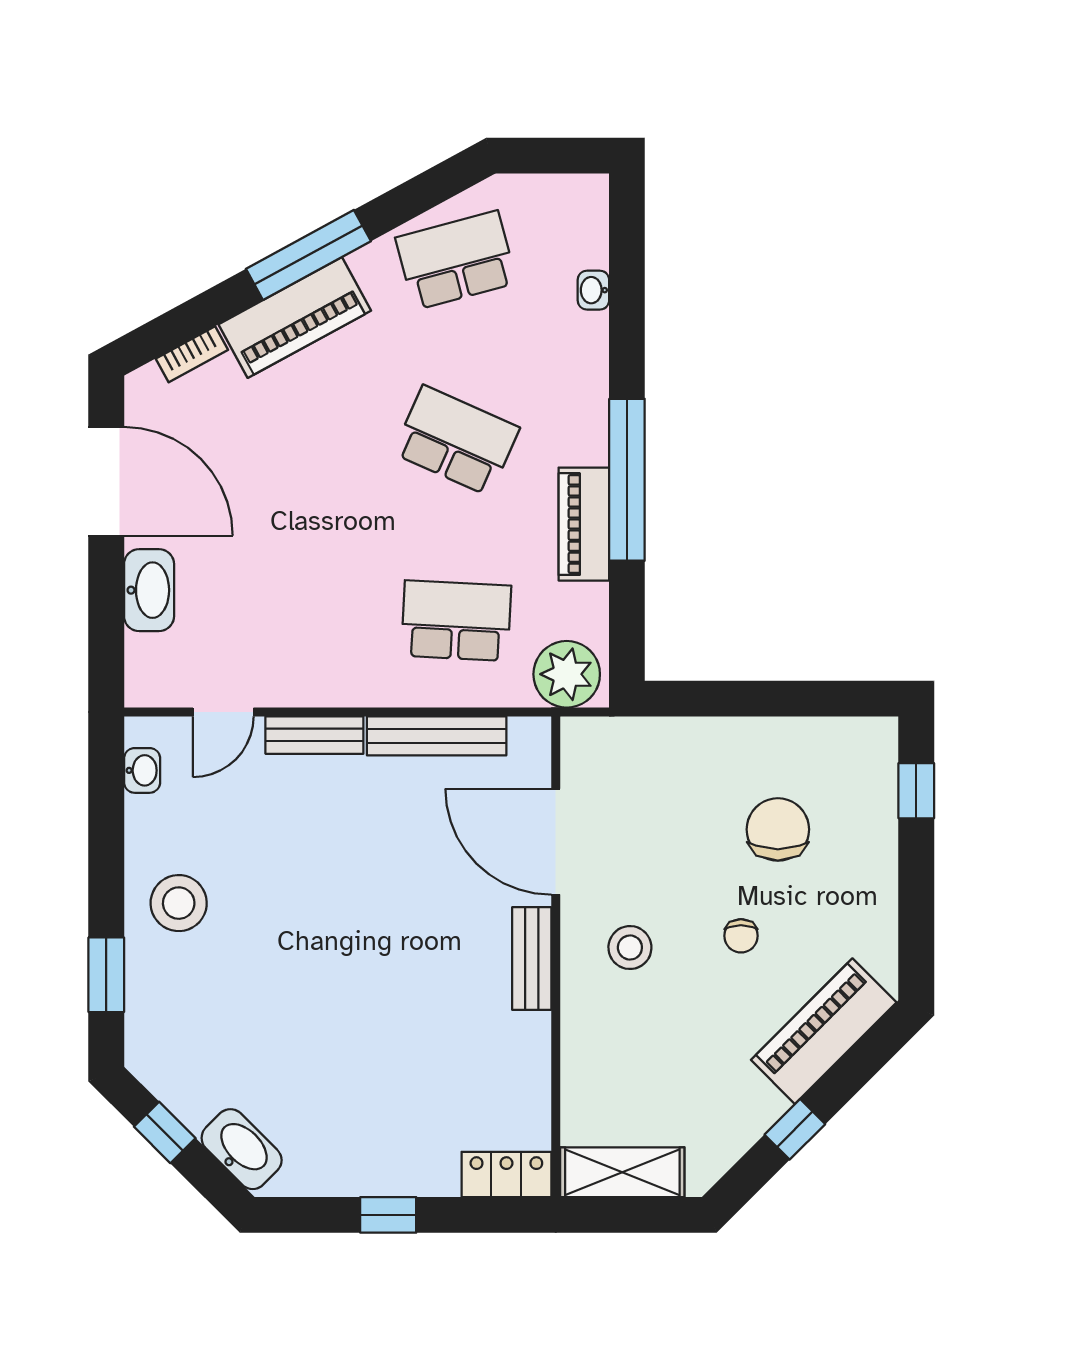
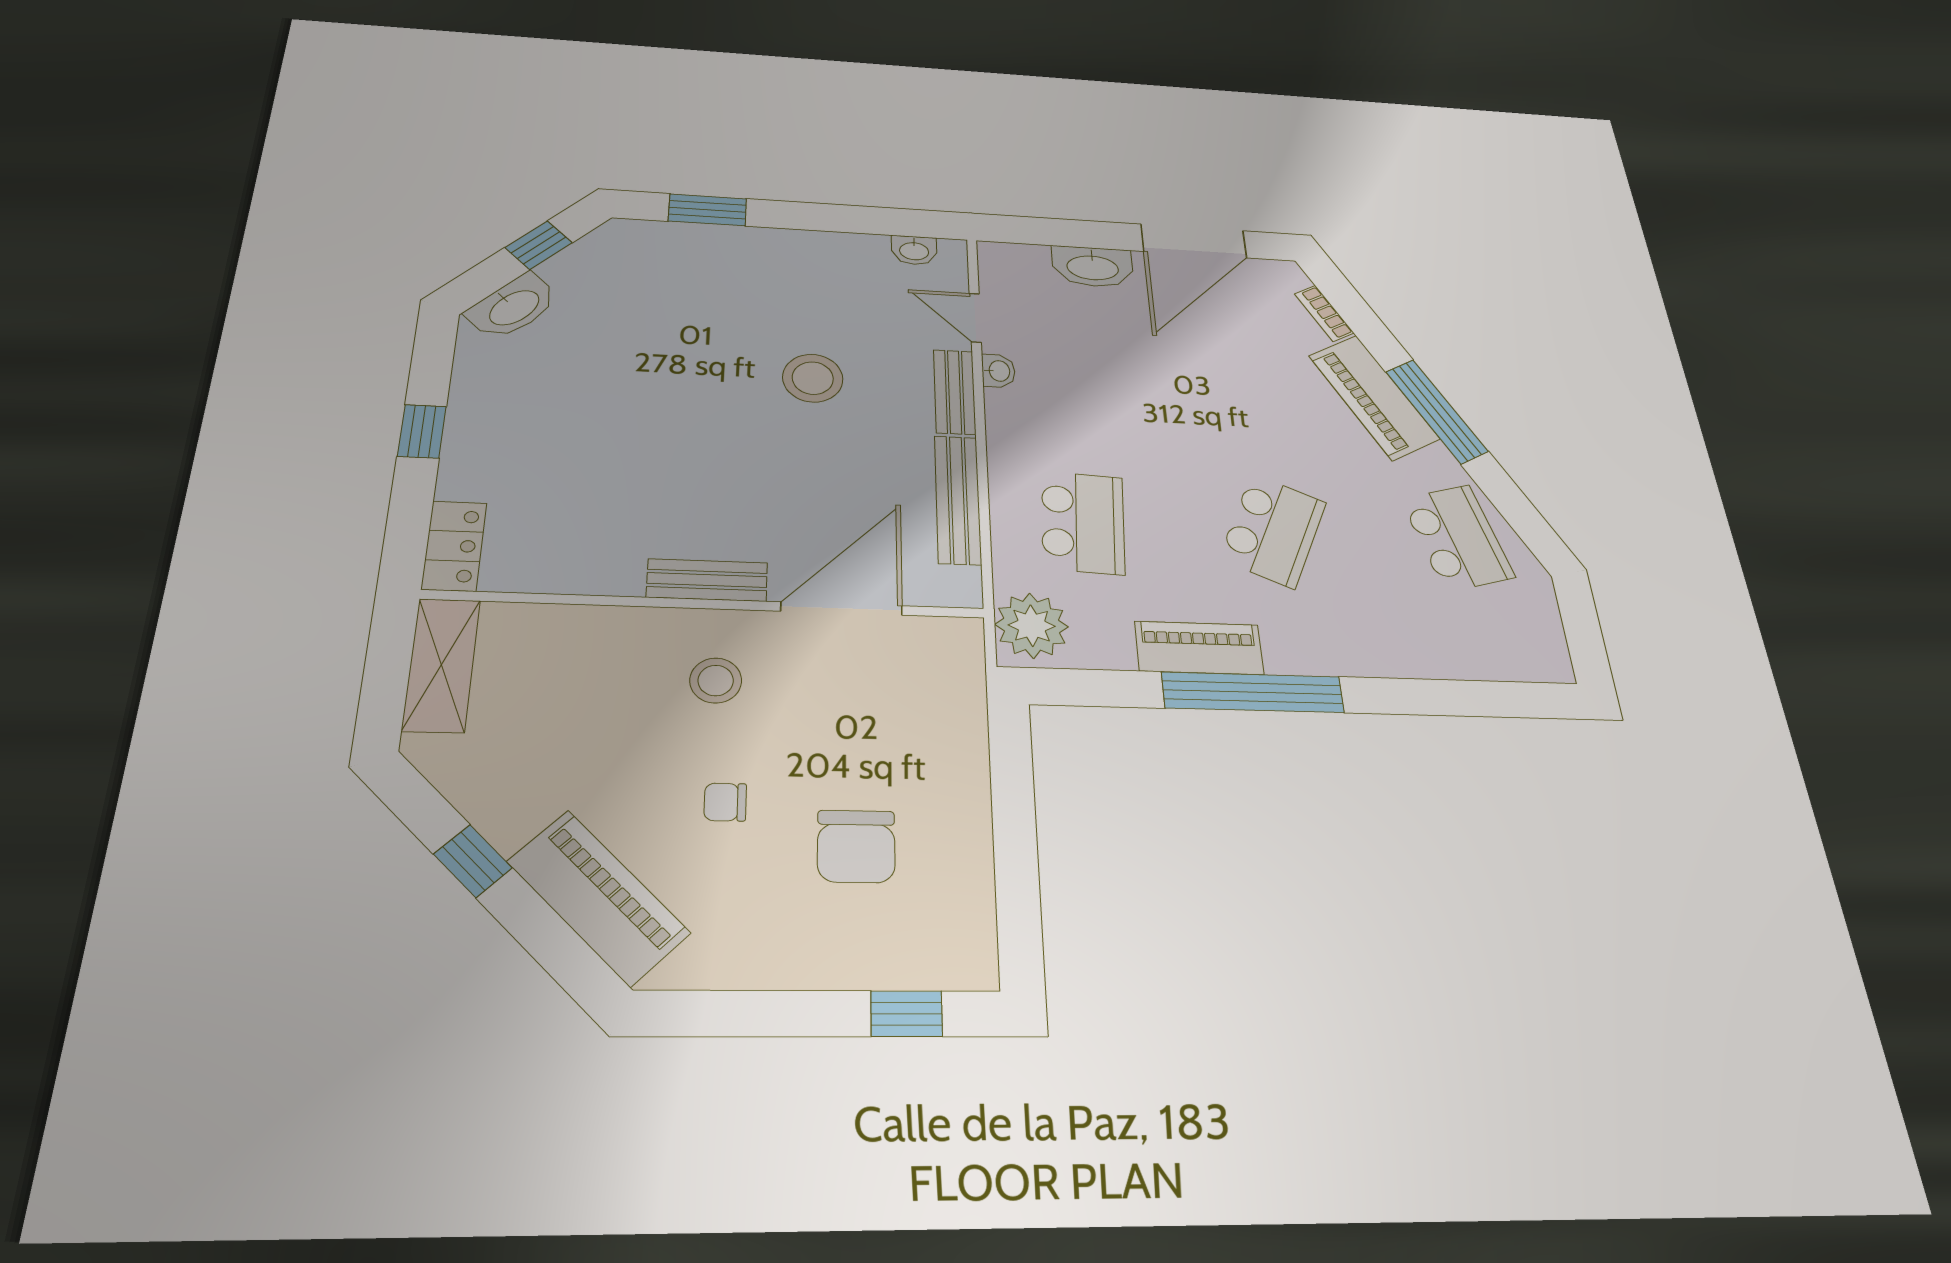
washbasin: (593, 290) -> (999, 371), moved, turned 90
chair: (778, 829) -> (856, 846), turned 90
stool: (179, 903) -> (813, 378), moved

